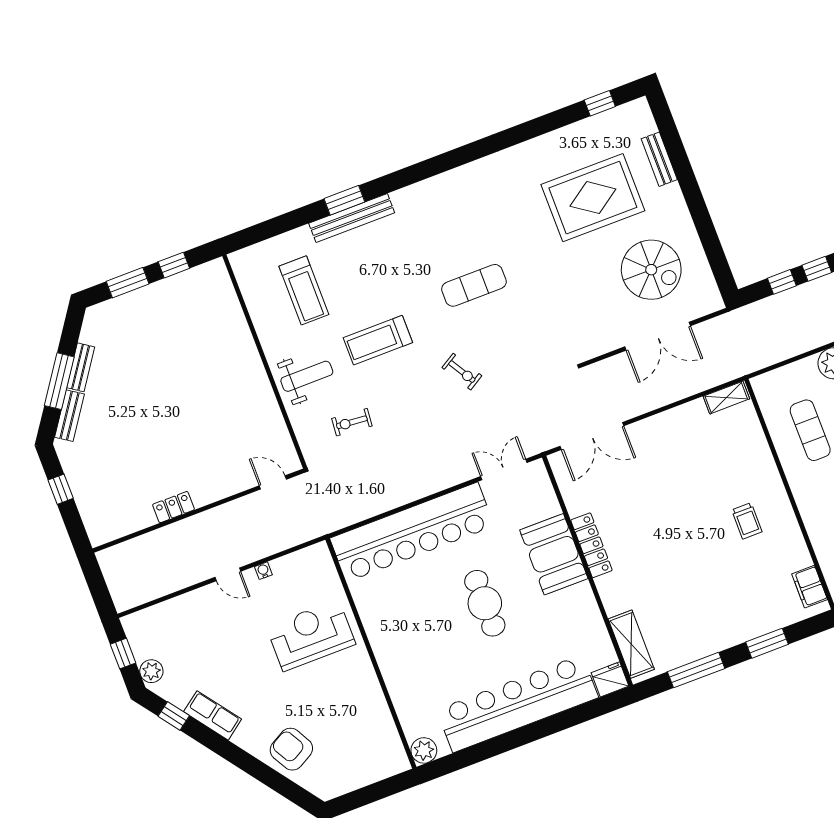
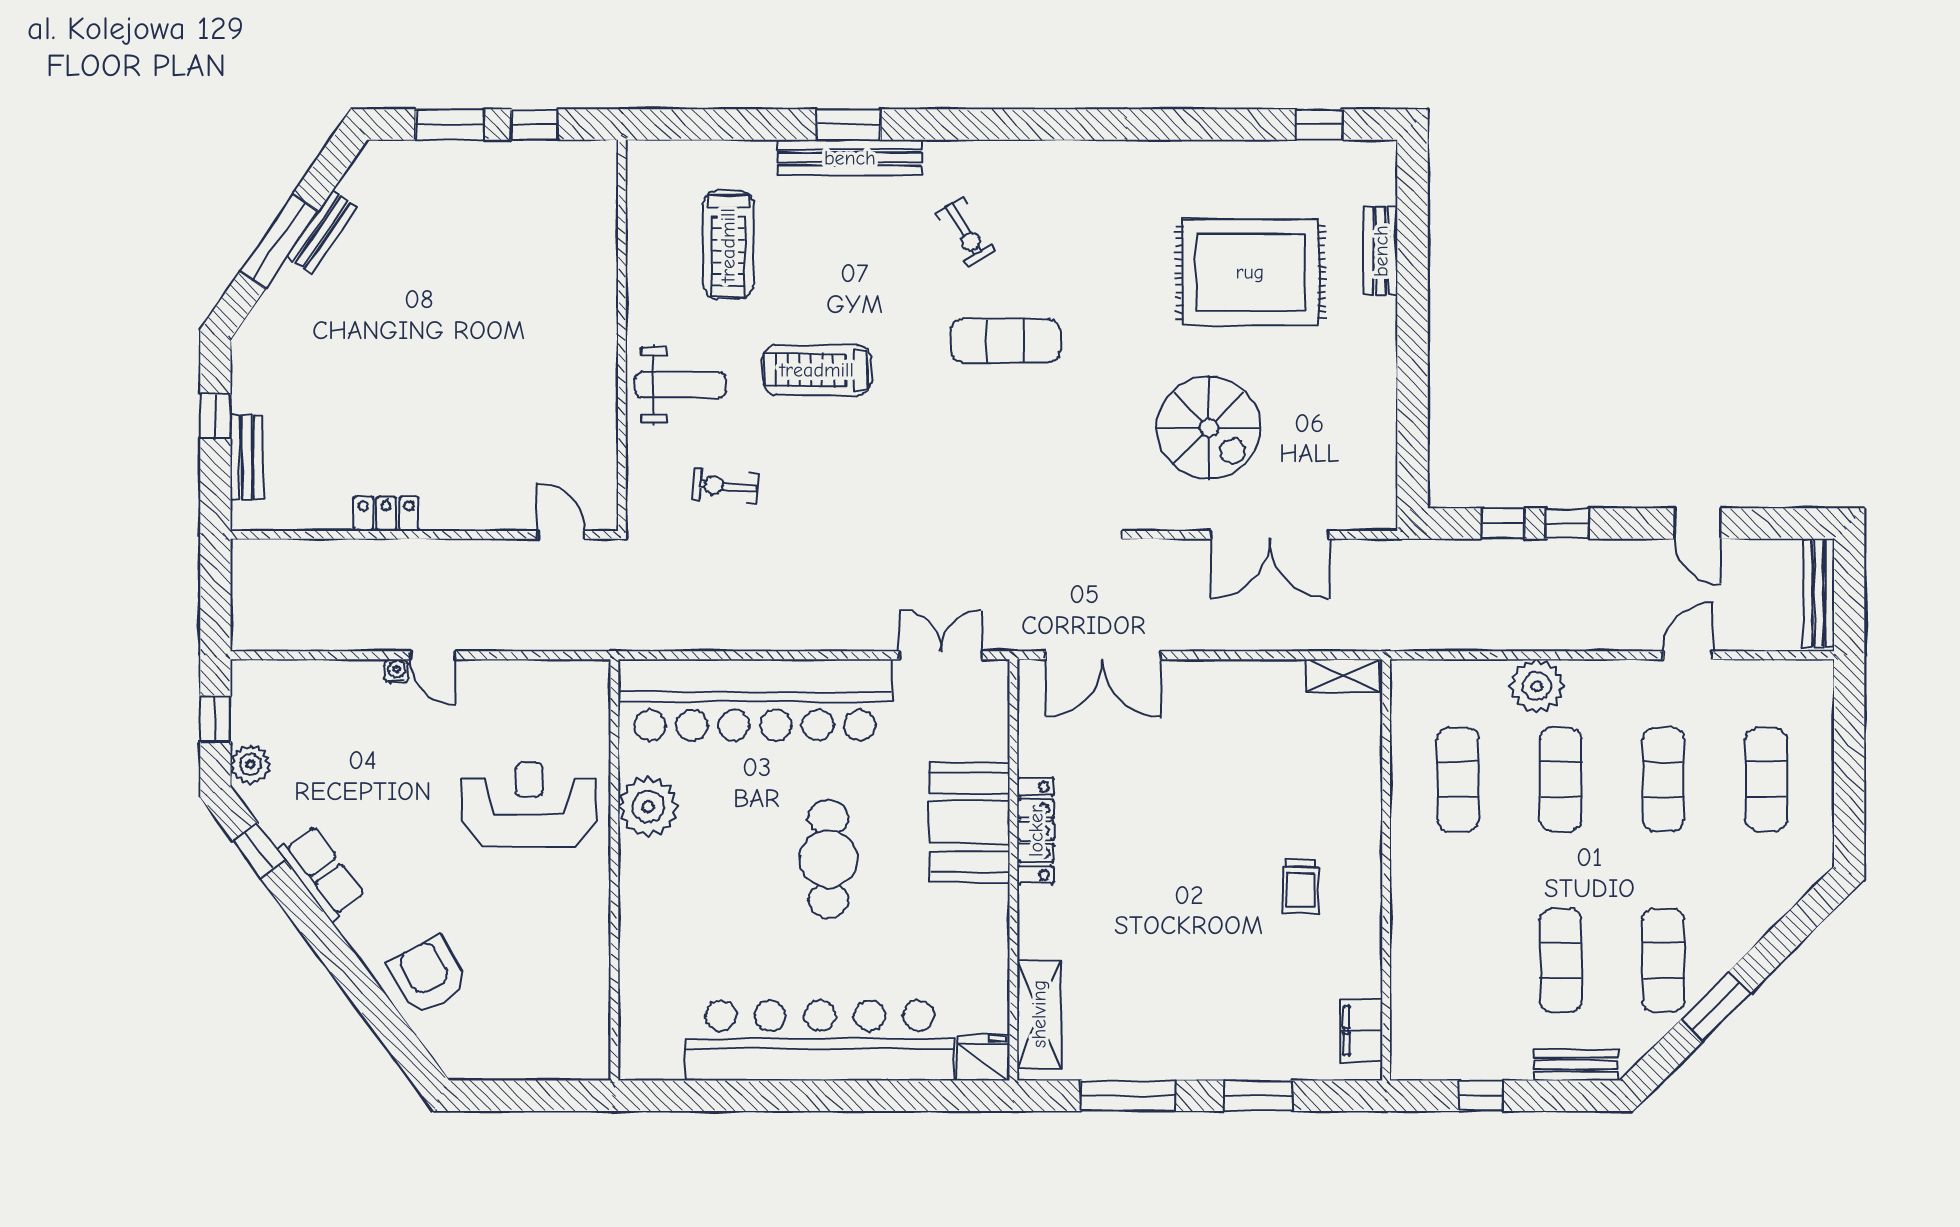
spiral stairs: (651, 270) -> (1209, 428), moved
exercise bike: (462, 372) -> (965, 232), moved
bench: (69, 416) -> (247, 457), moved, turned -34
water cooler: (263, 571) -> (397, 671), moved
plant: (424, 750) -> (648, 806), moved, width x1.36, depth x1.36

